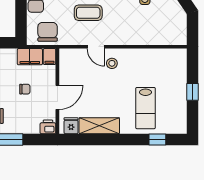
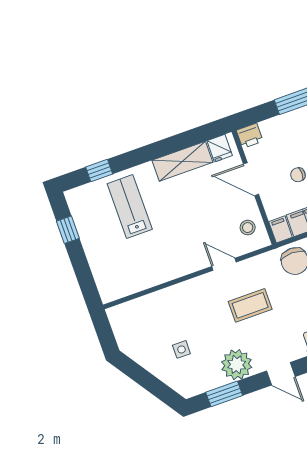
stool: (112, 63) -> (248, 228), moved
window: (193, 92) -> (68, 230), moved
door: (57, 97) -> (251, 179), hinge flipped

